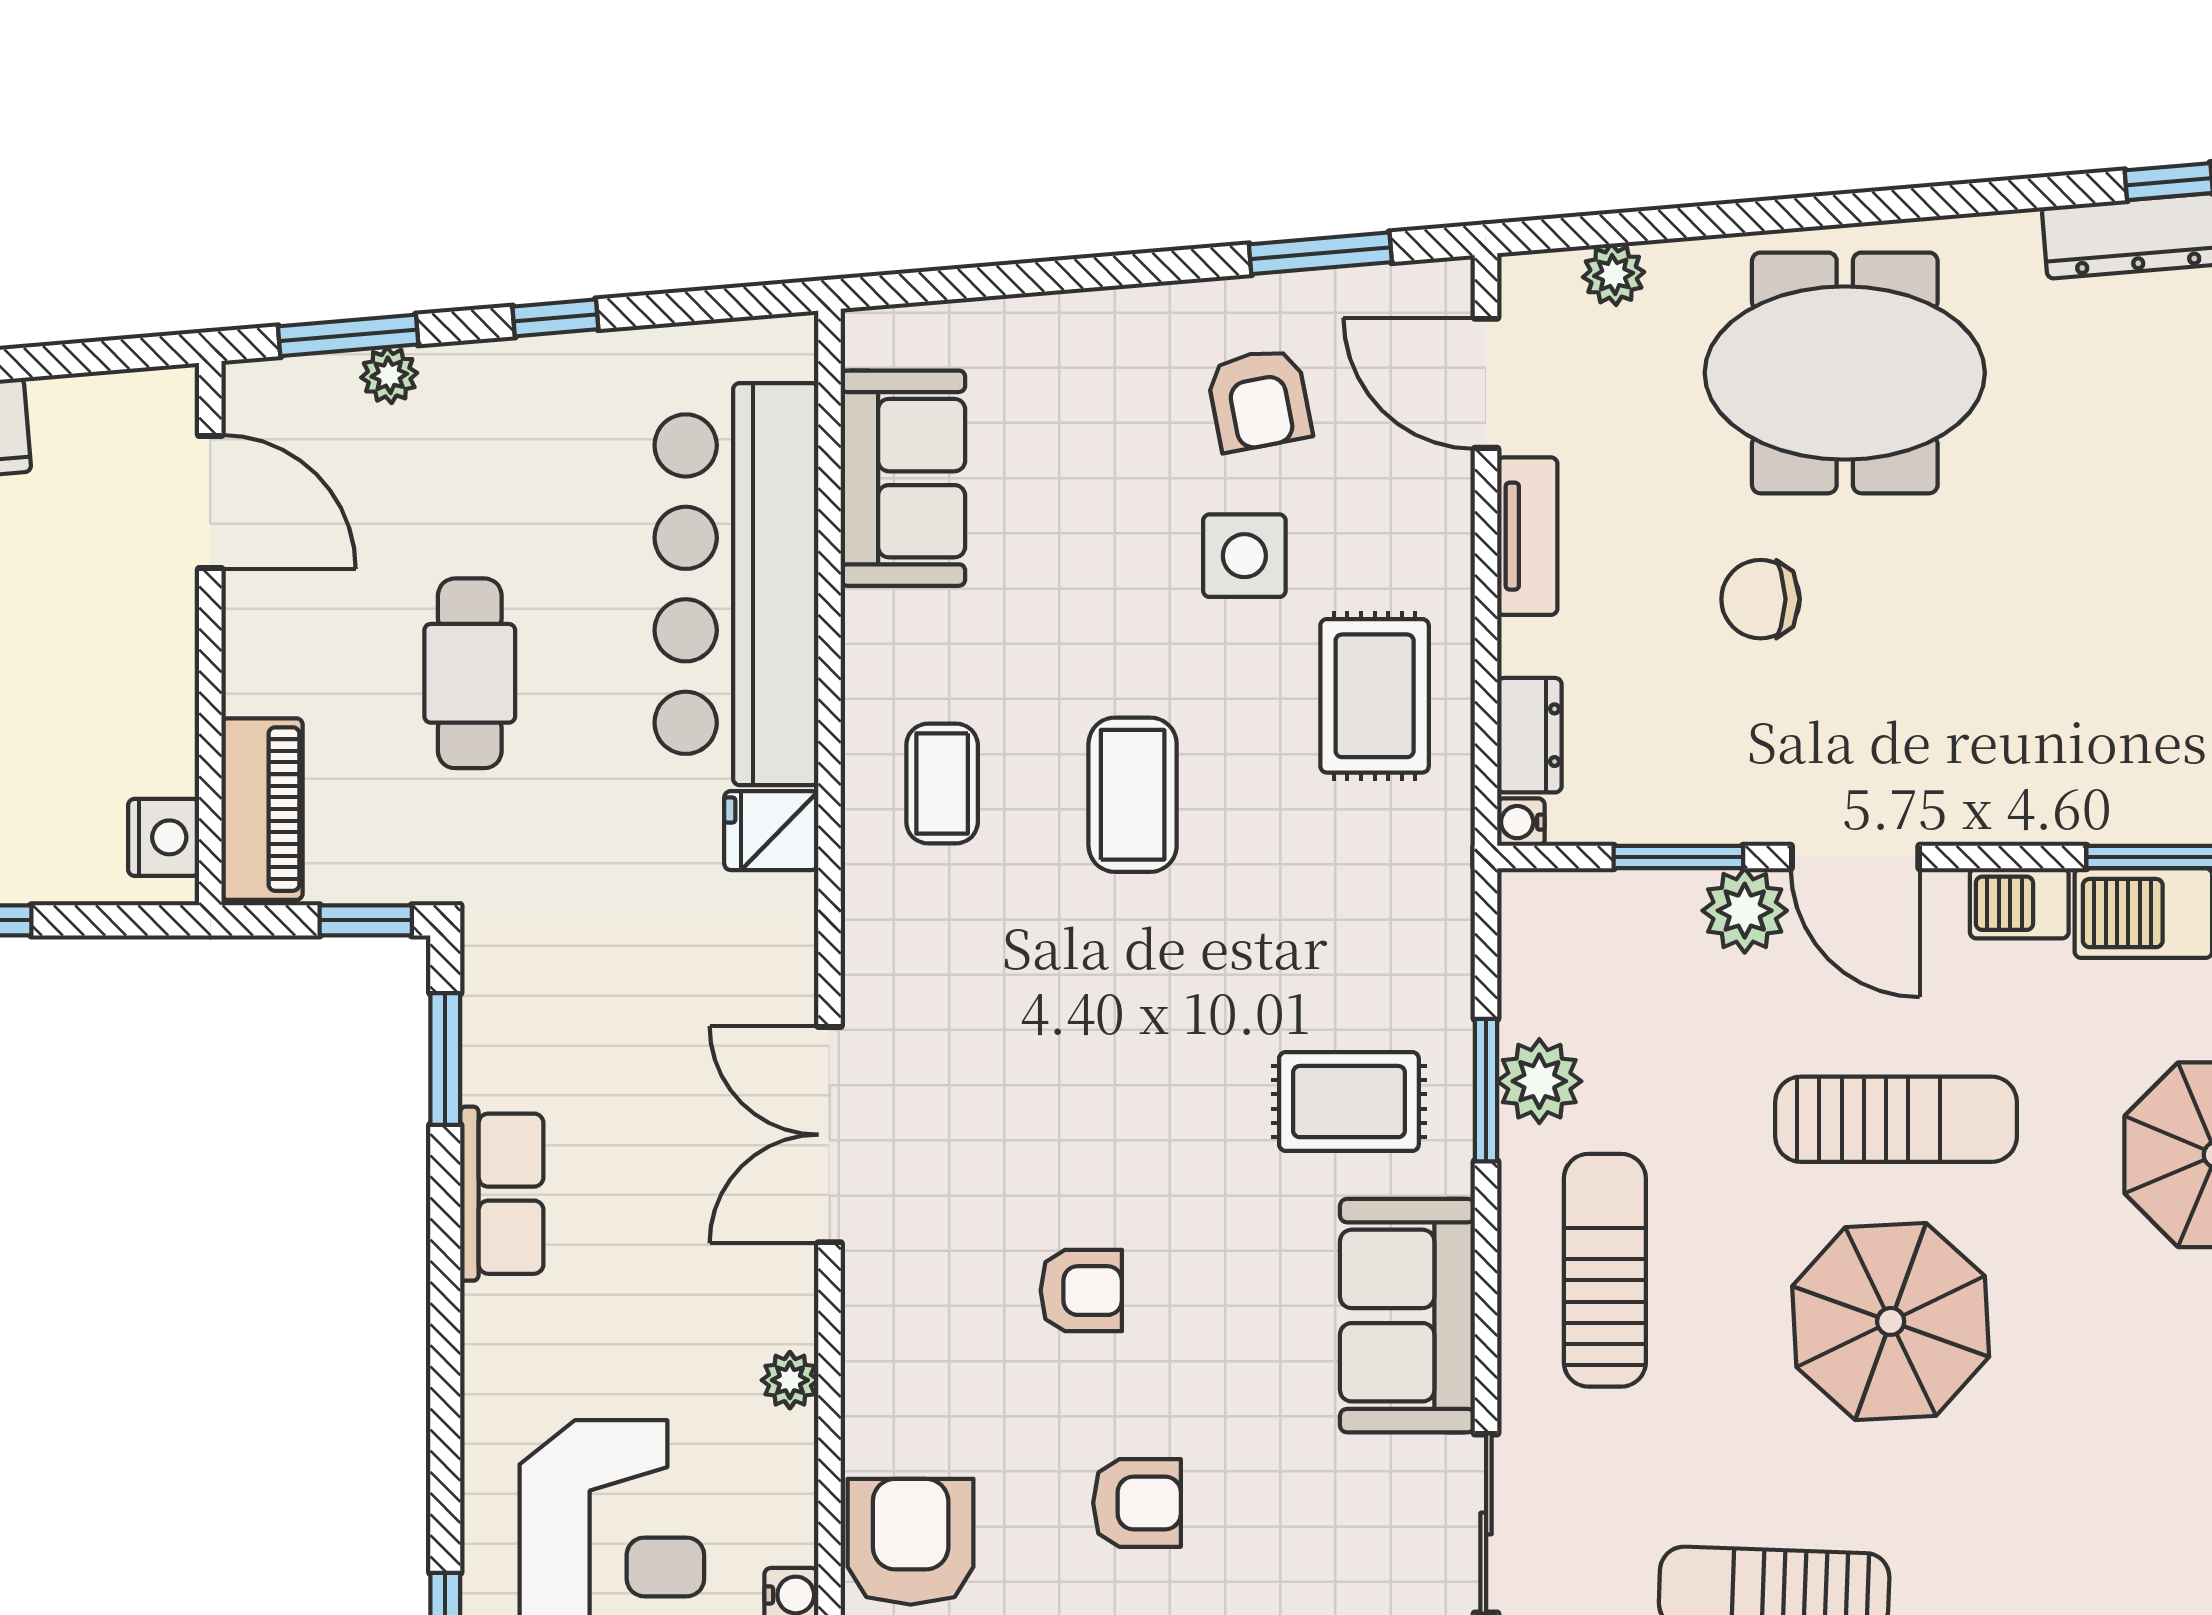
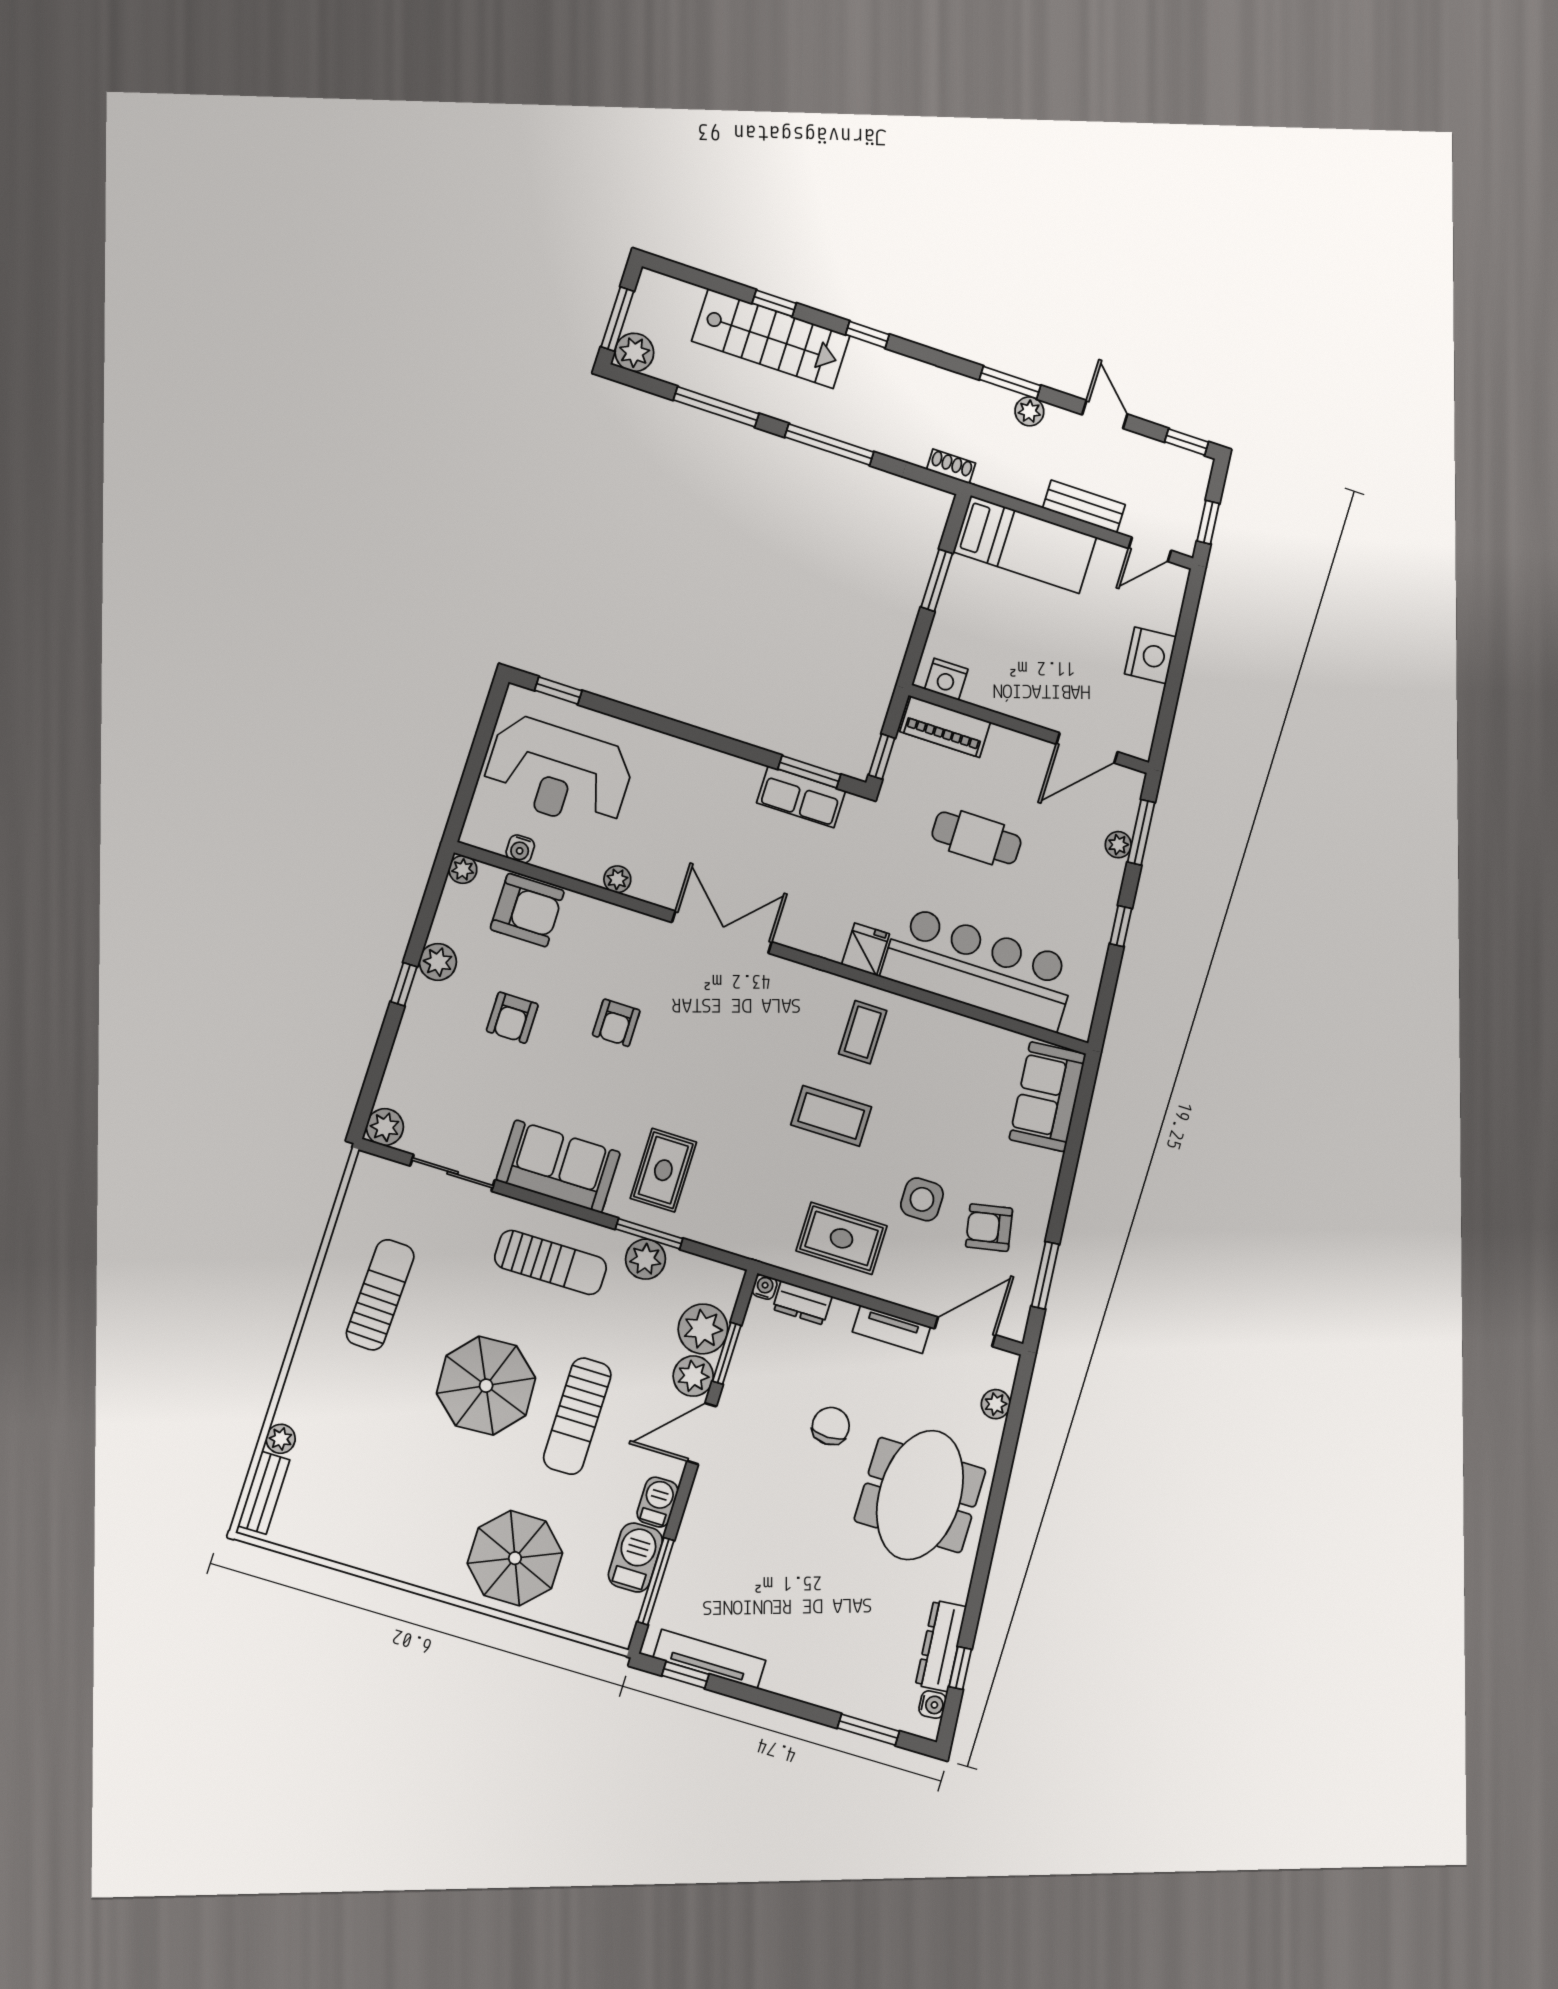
sofa: (903, 478) -> (1048, 1097), moved, turned 85
coffee table: (942, 784) -> (863, 1032), turned 90
plant: (1644, 921) -> (703, 1329), added
row of seats: (502, 1194) -> (801, 797), moved

